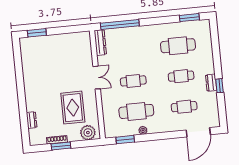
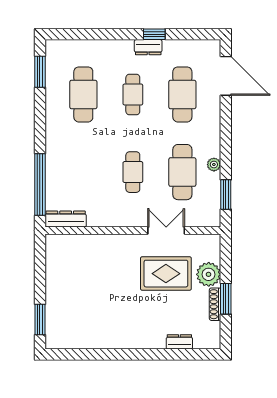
double door: (97, 78) -> (166, 230), moved
cafe table: (184, 107) -> (182, 94), width x1.37, depth x1.35
plant: (88, 133) -> (209, 274), moved

